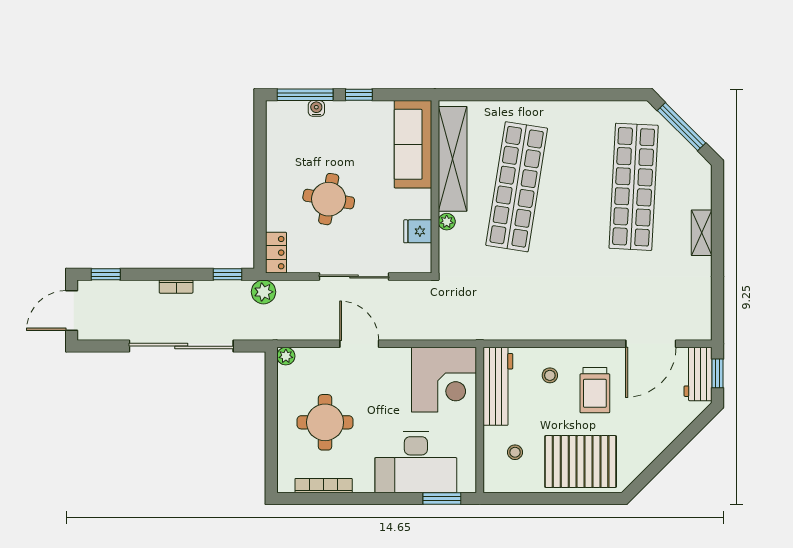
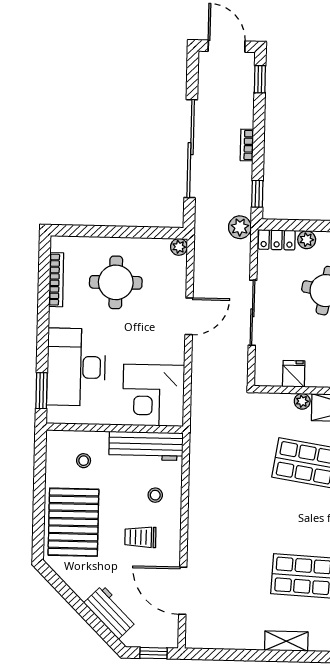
plant: (275, 221) -> (307, 240), added
workbench: (698, 374) -> (110, 612), moved, turned 45
trolley: (595, 390) -> (140, 537), width x0.73, depth x0.72

